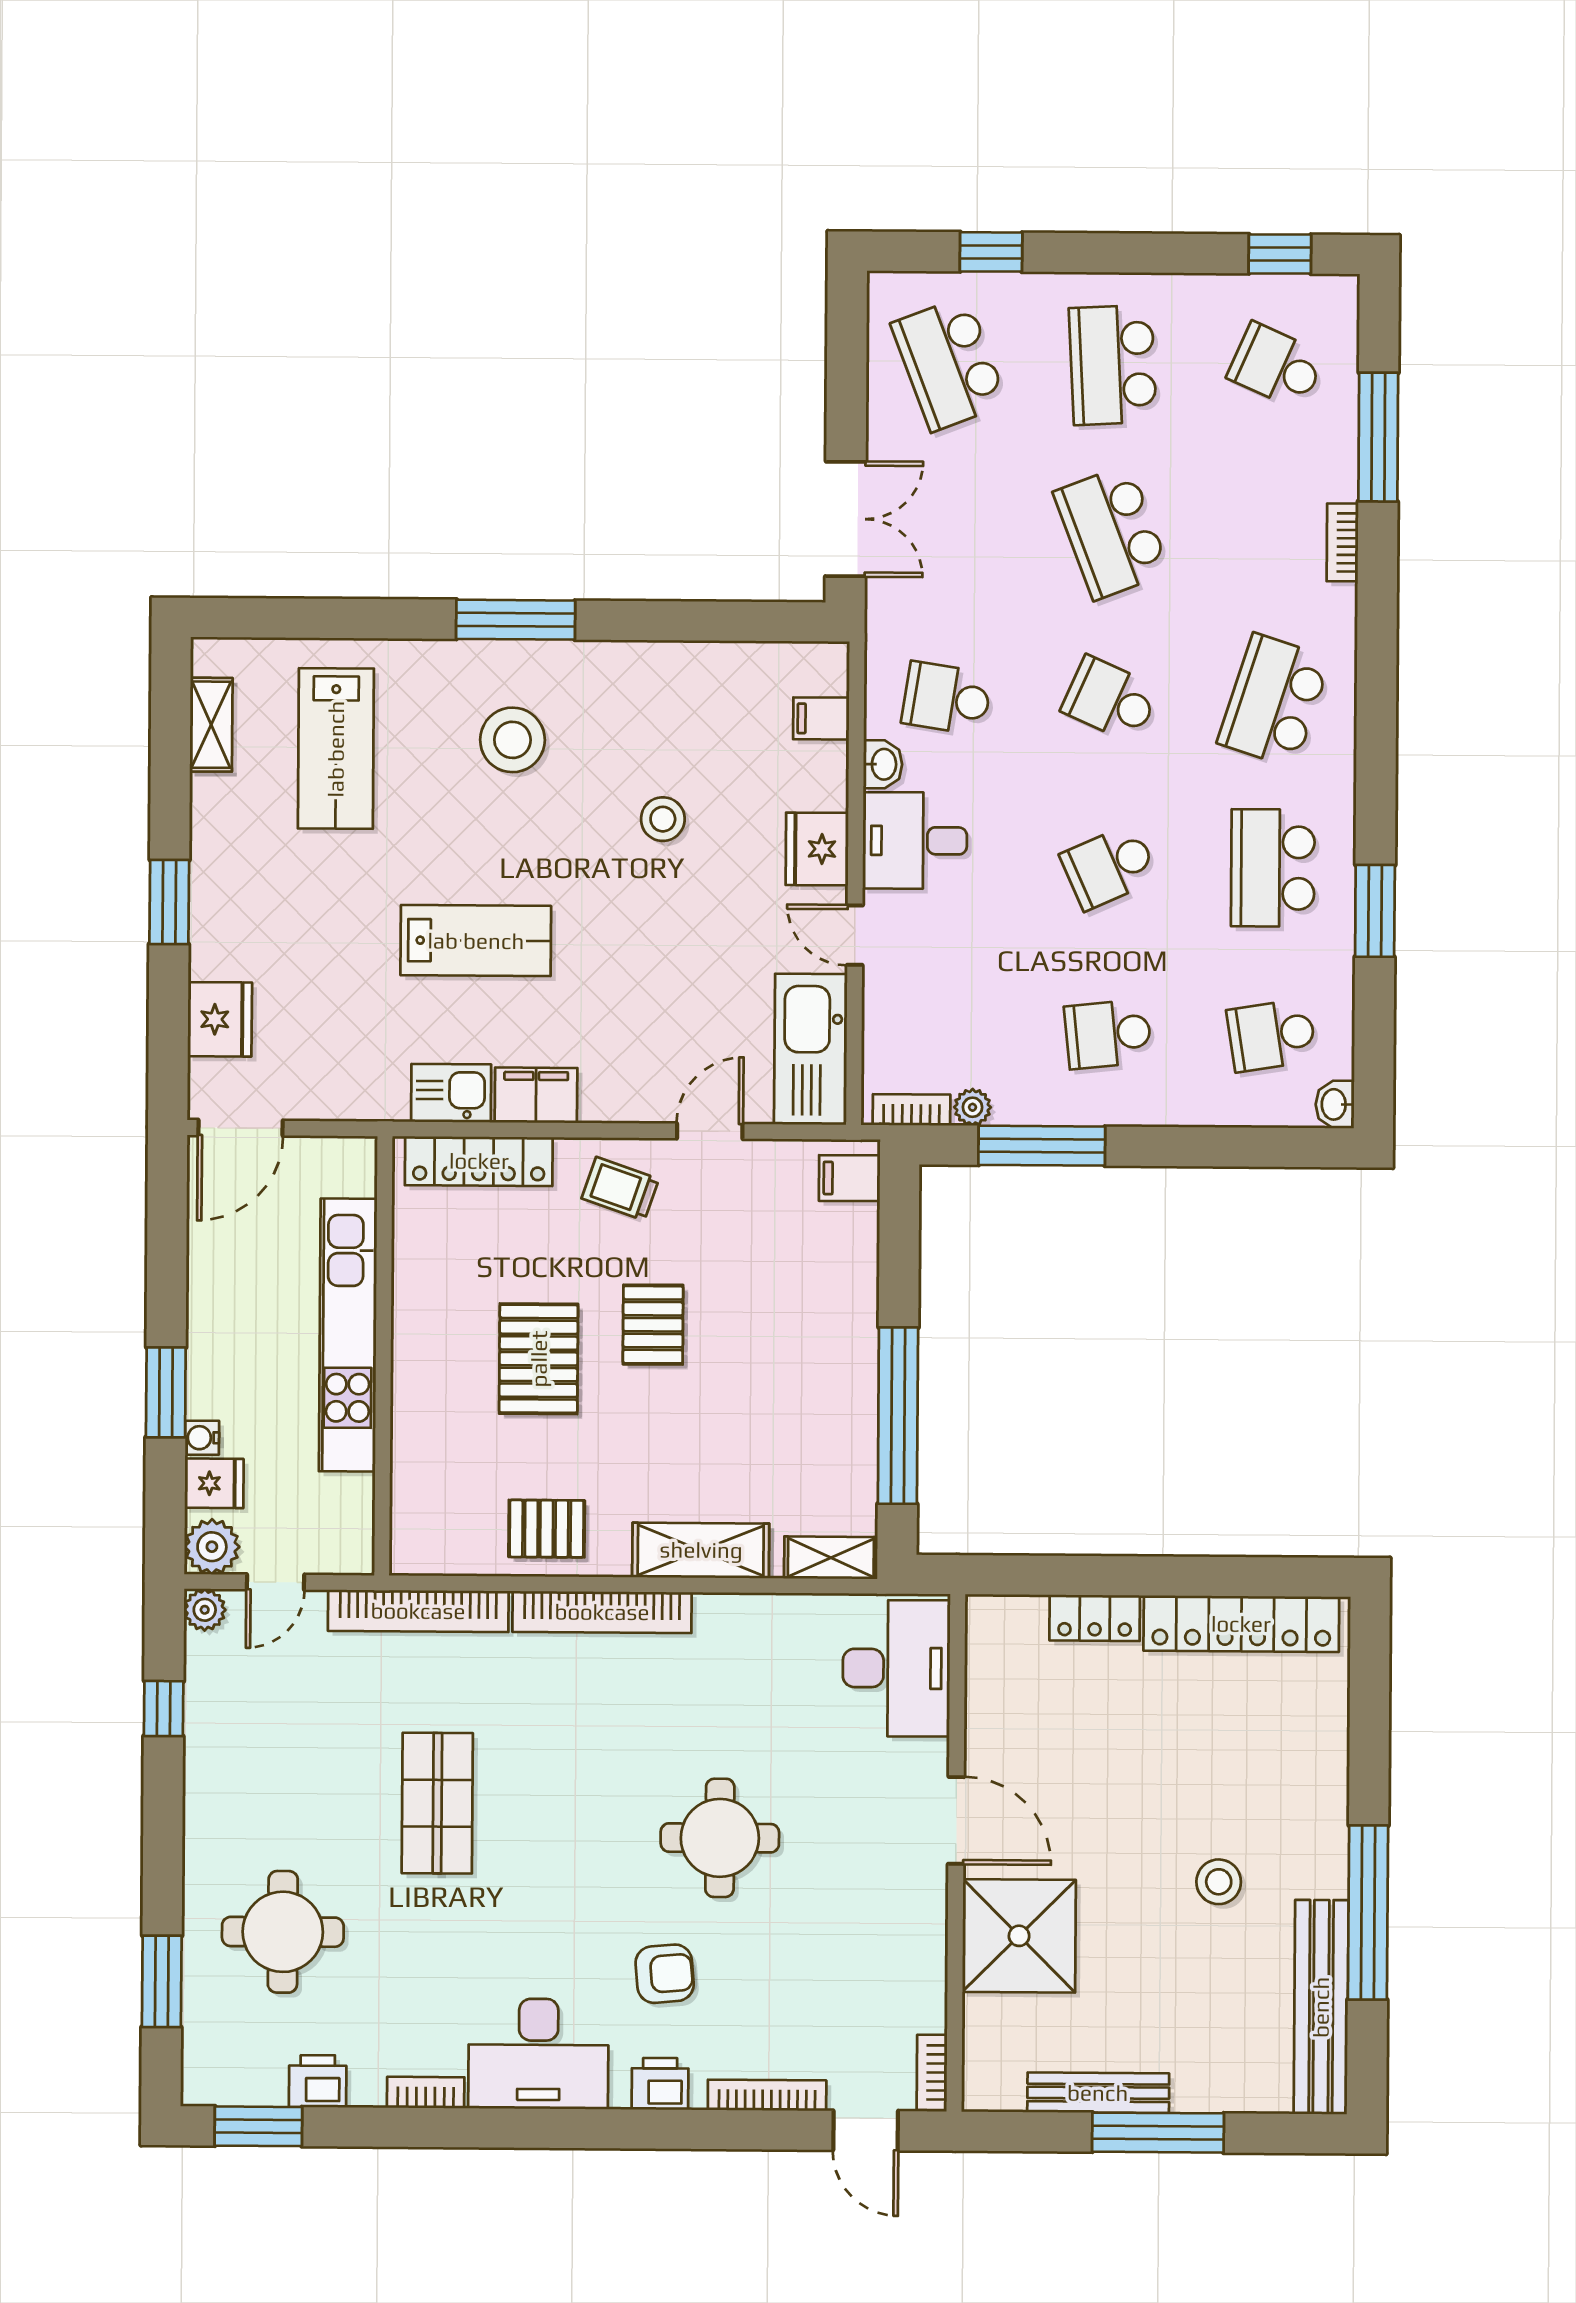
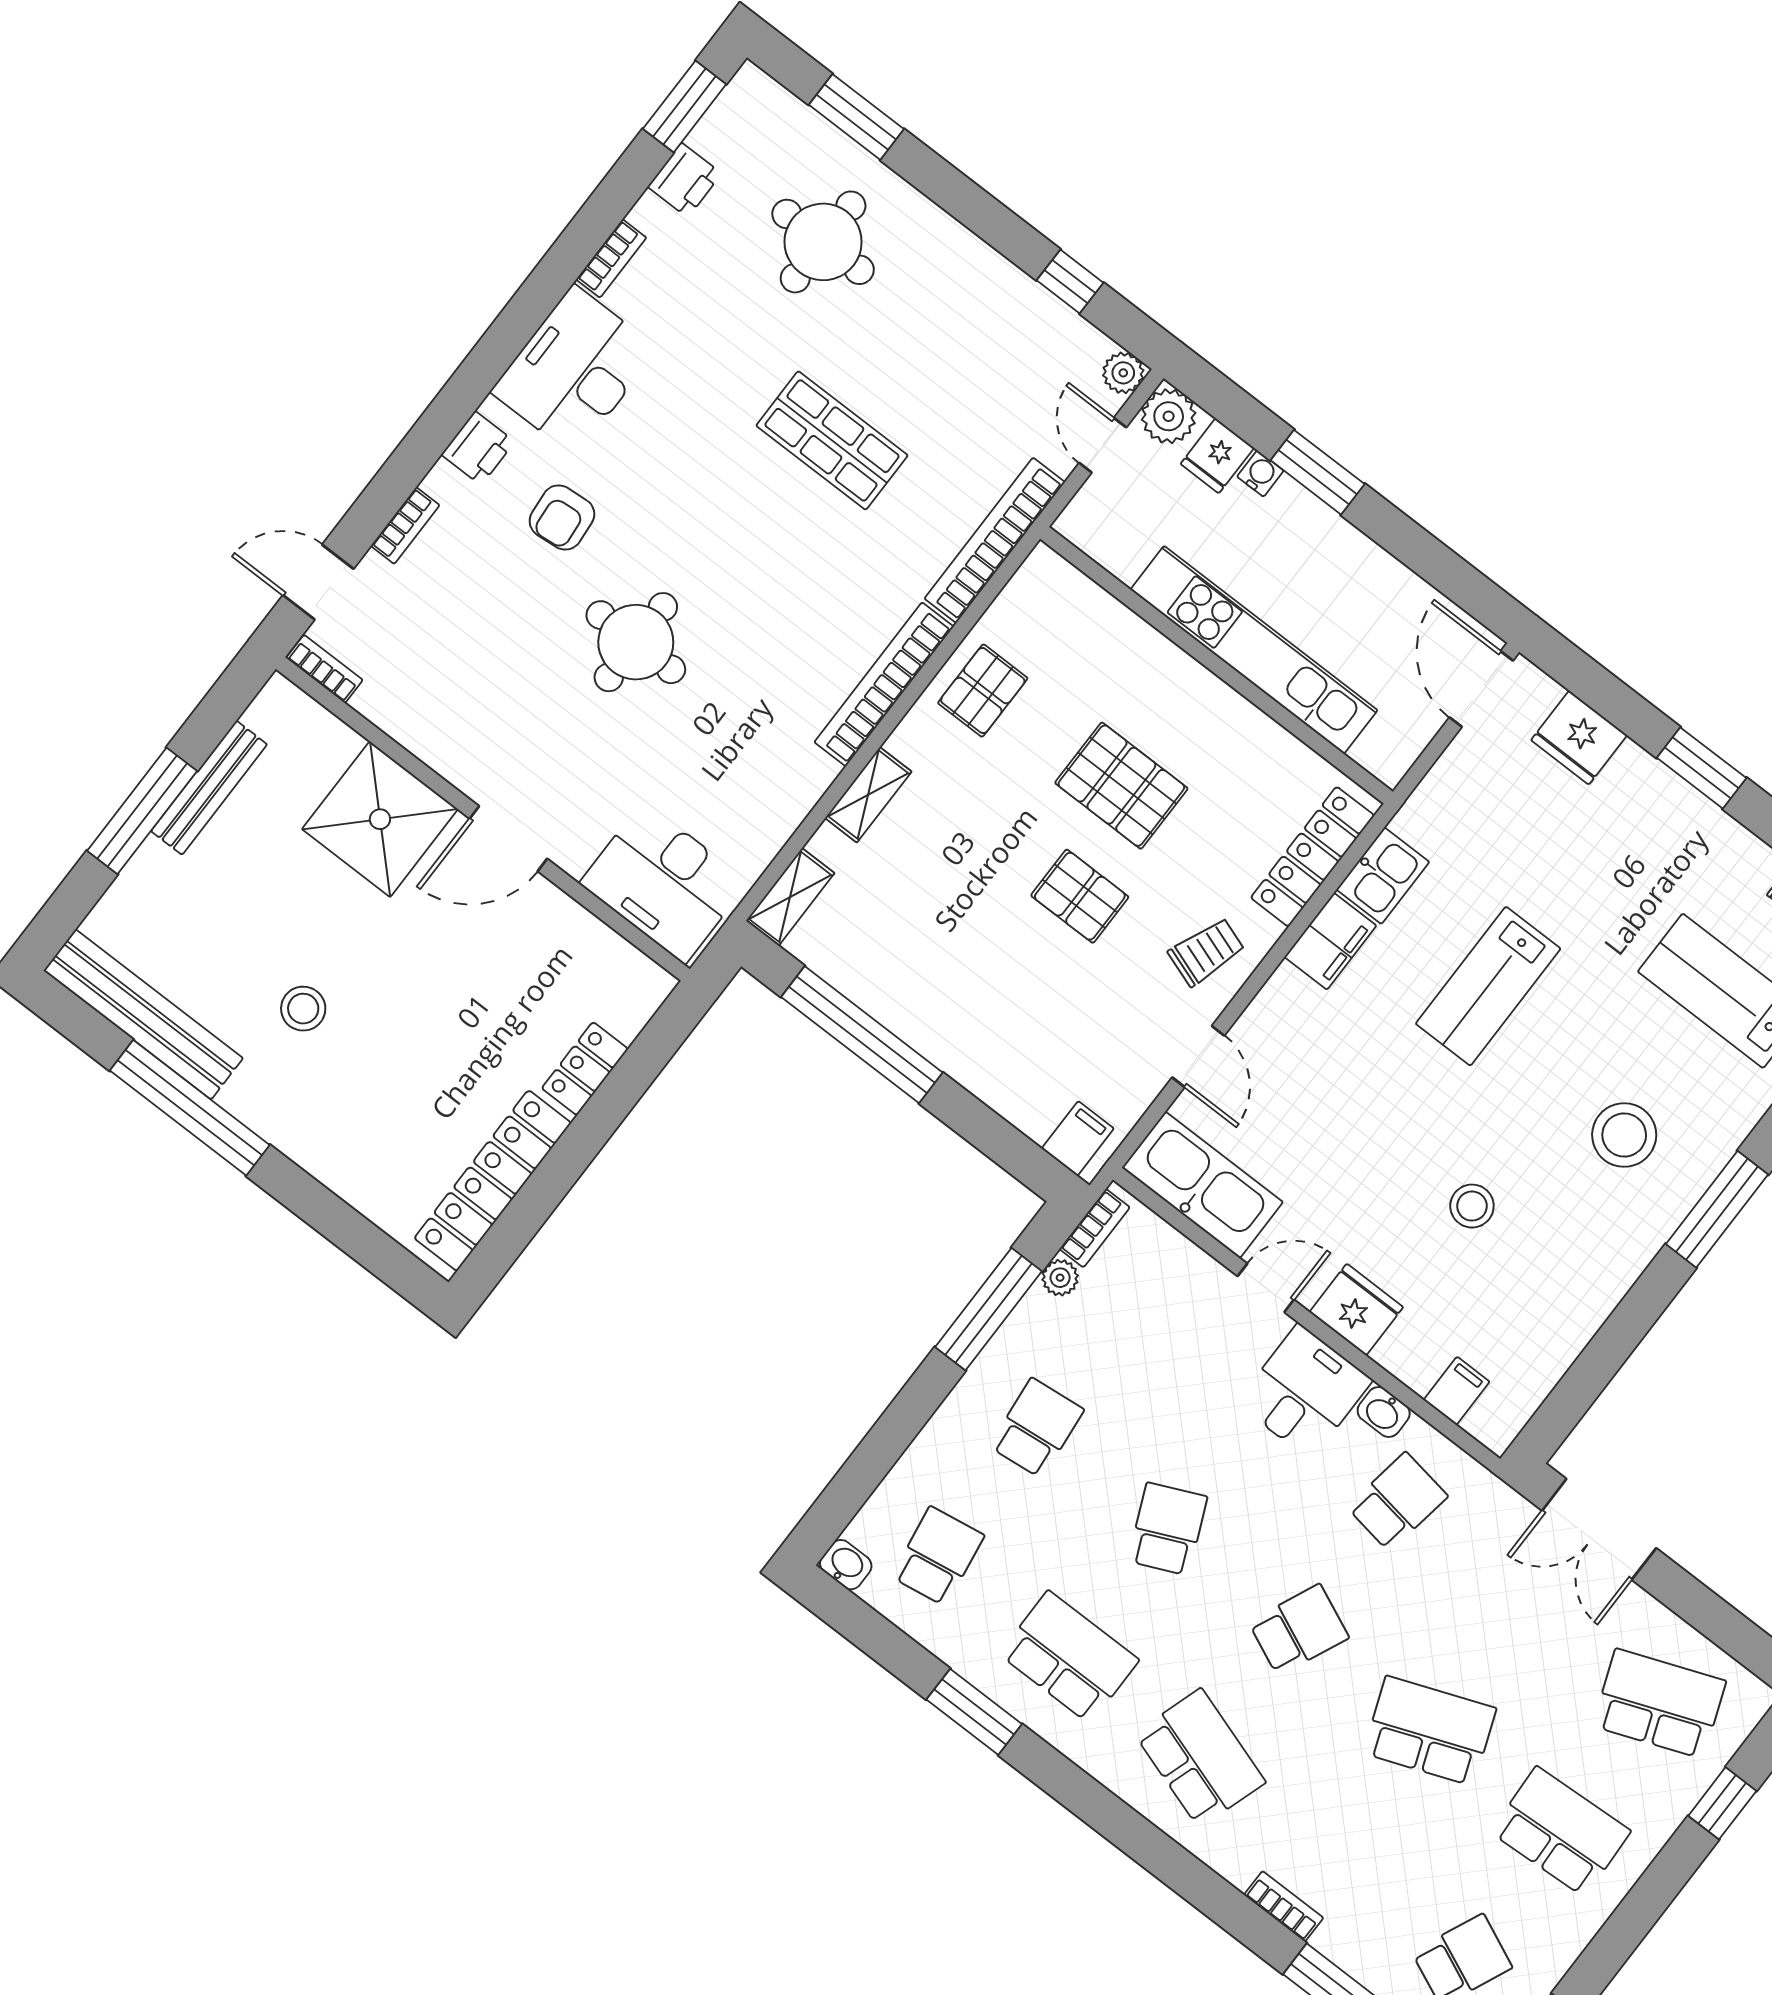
shelving: (701, 1550) -> (868, 795), width x0.67, depth x0.75
bookcase: (767, 2095) -> (405, 526), width x0.64

